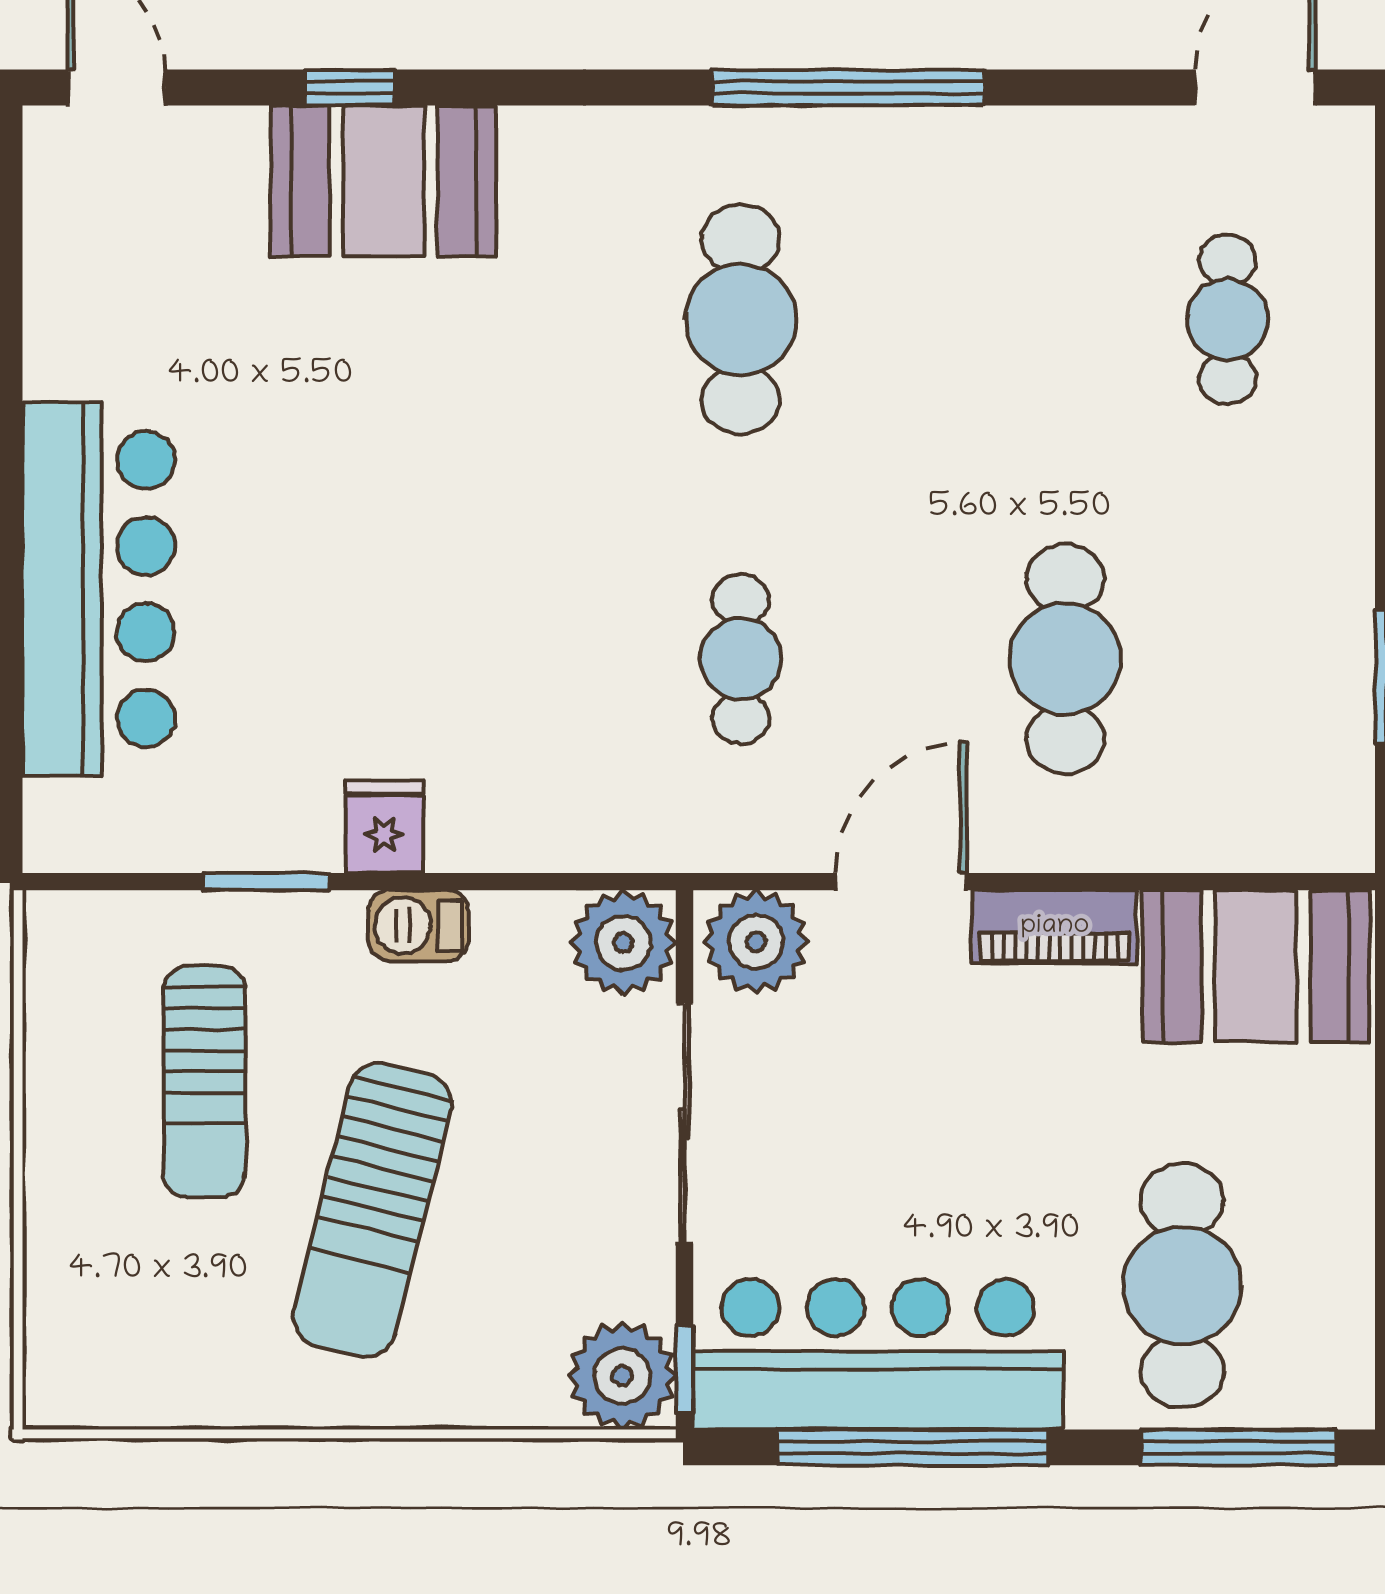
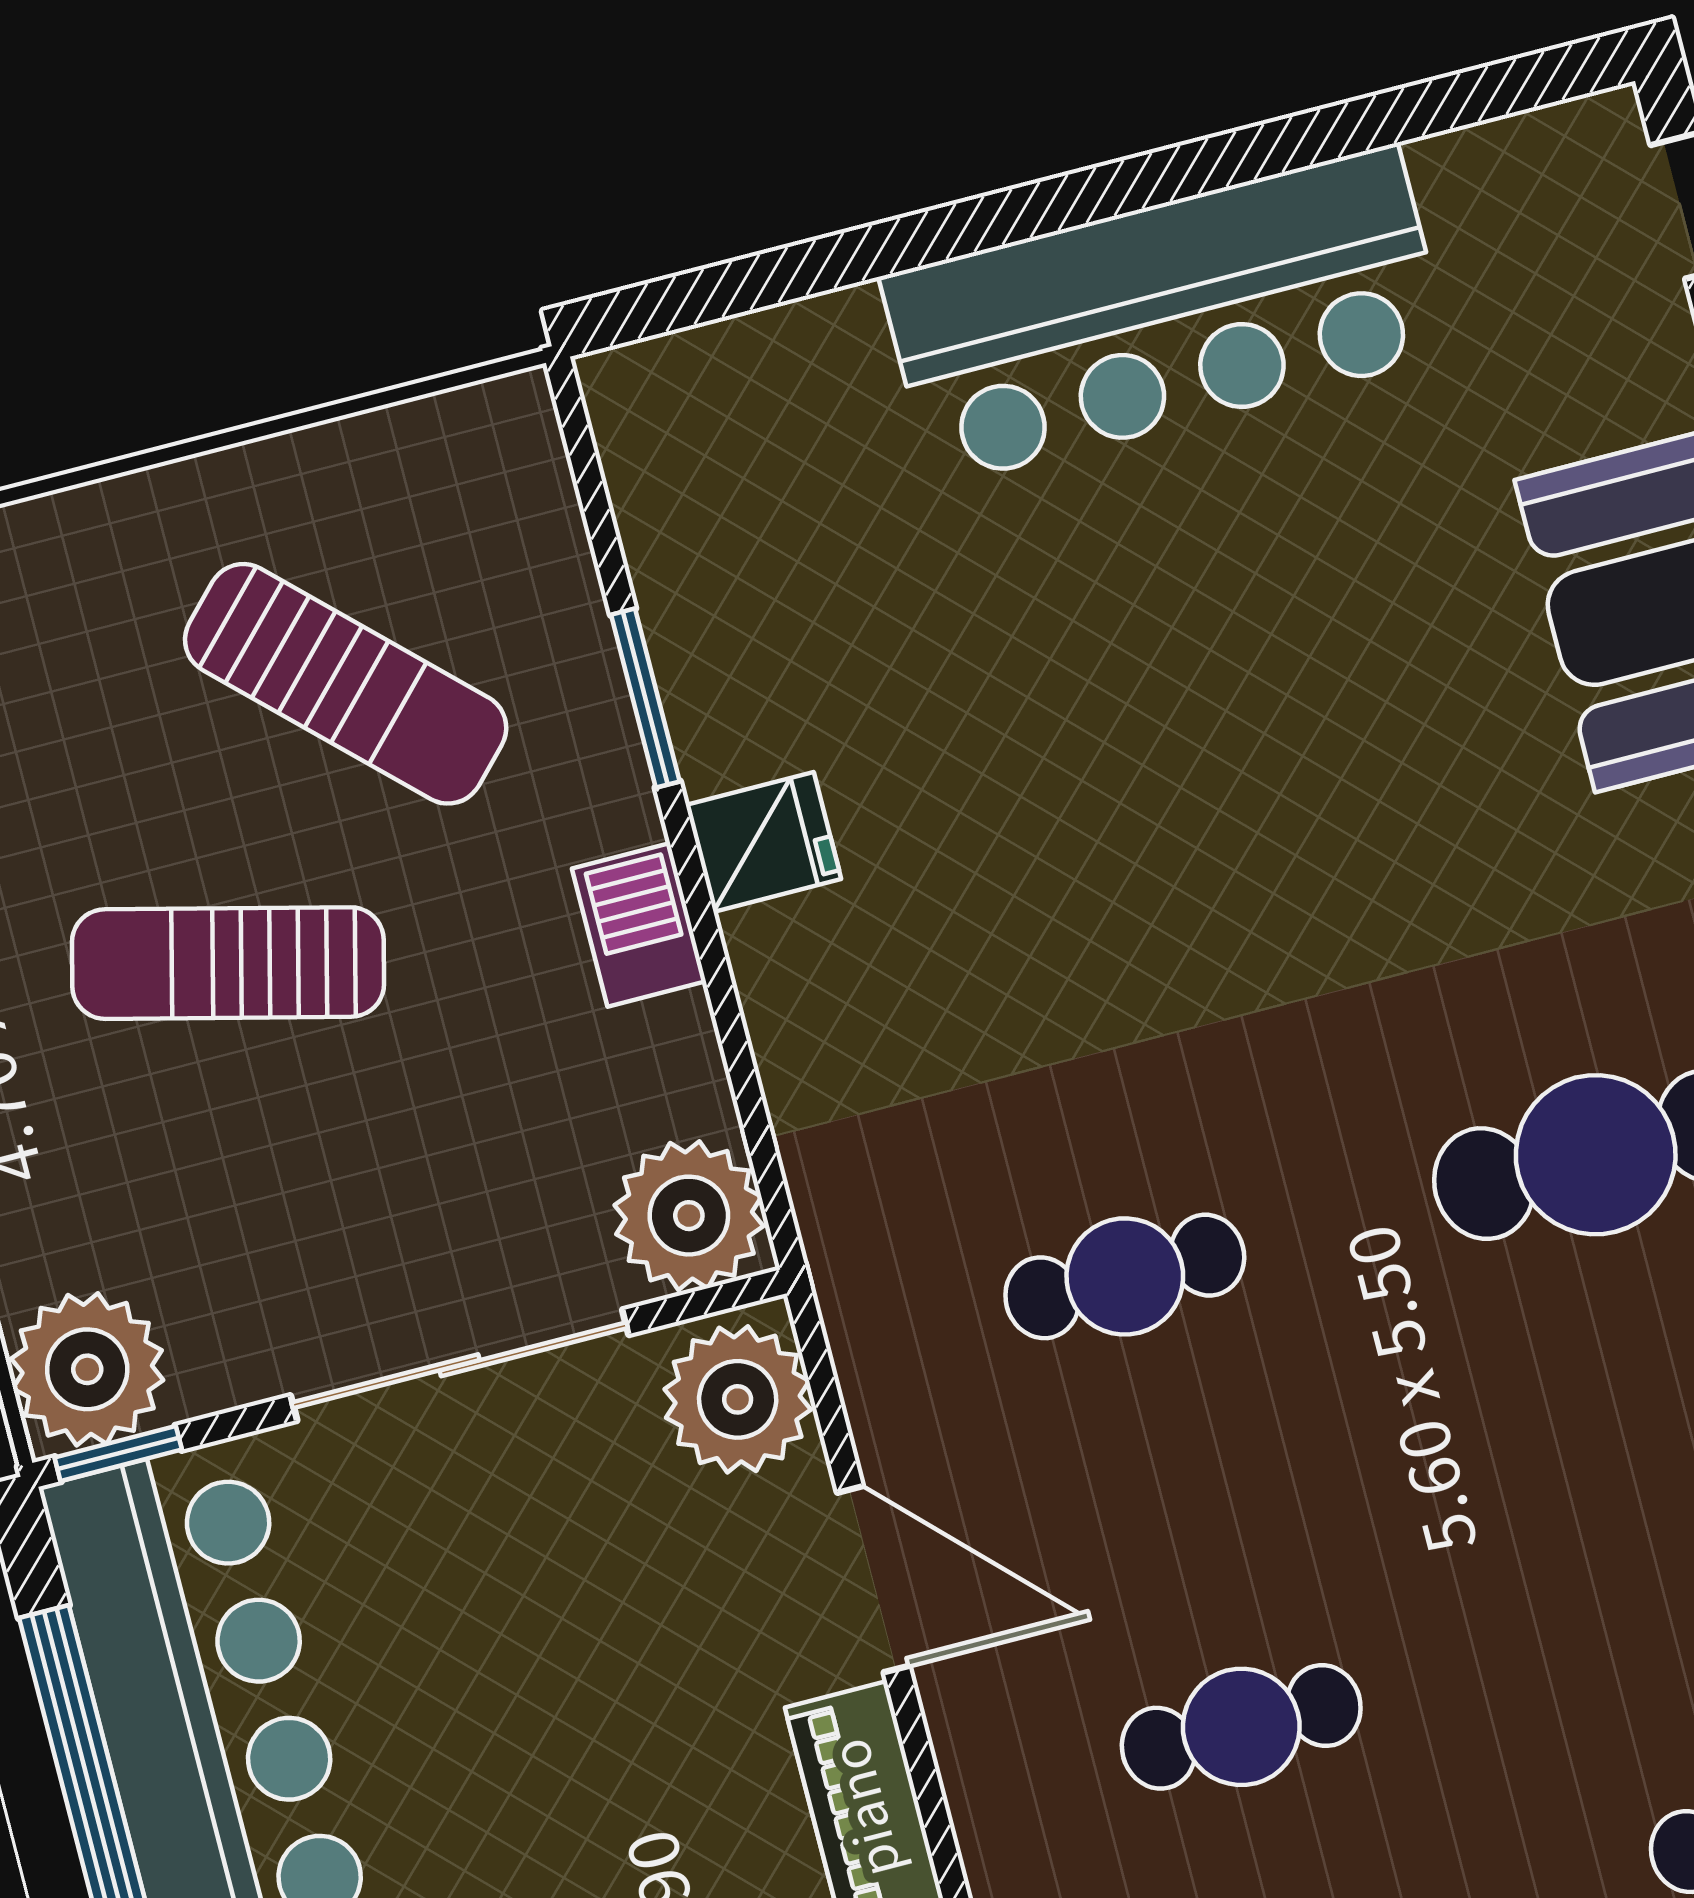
bar counter: (99, 589) -> (1165, 315), moved
cafe table: (1065, 659) -> (1241, 1727), width x0.73, depth x0.74
sun lounger: (204, 1082) -> (346, 684), turned -136
sun lounger: (372, 1210) -> (228, 963), width x0.73, depth x0.75

